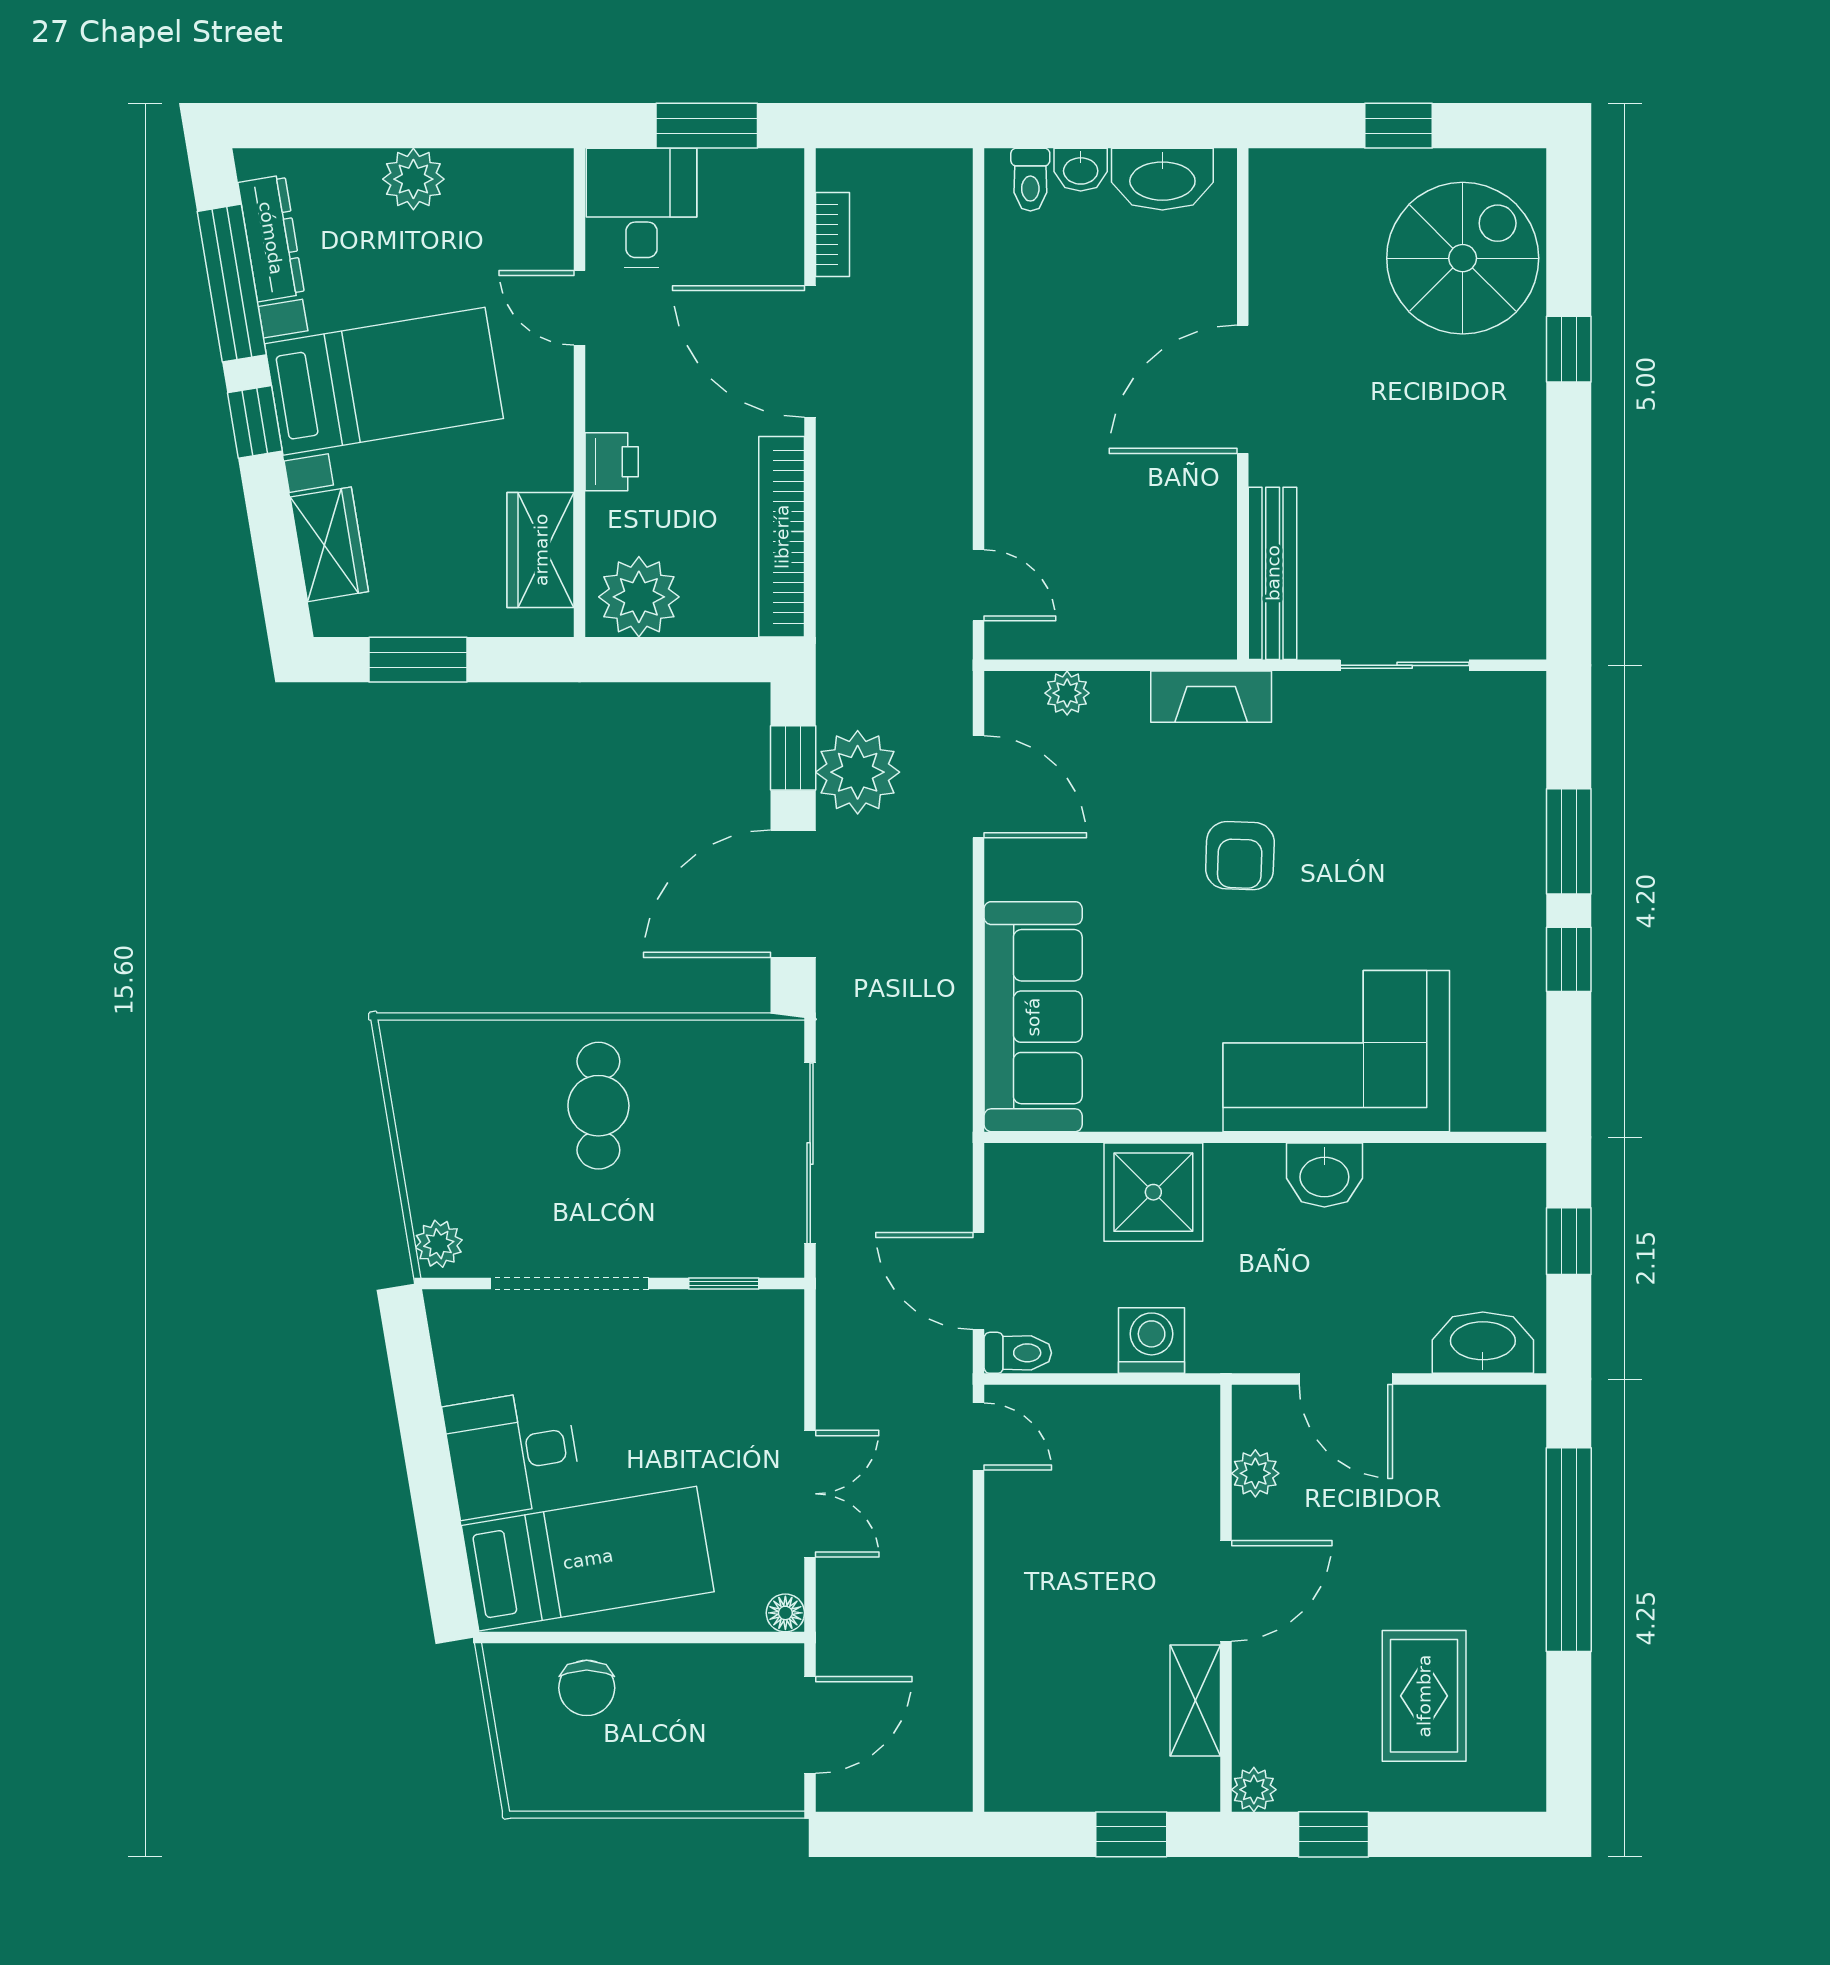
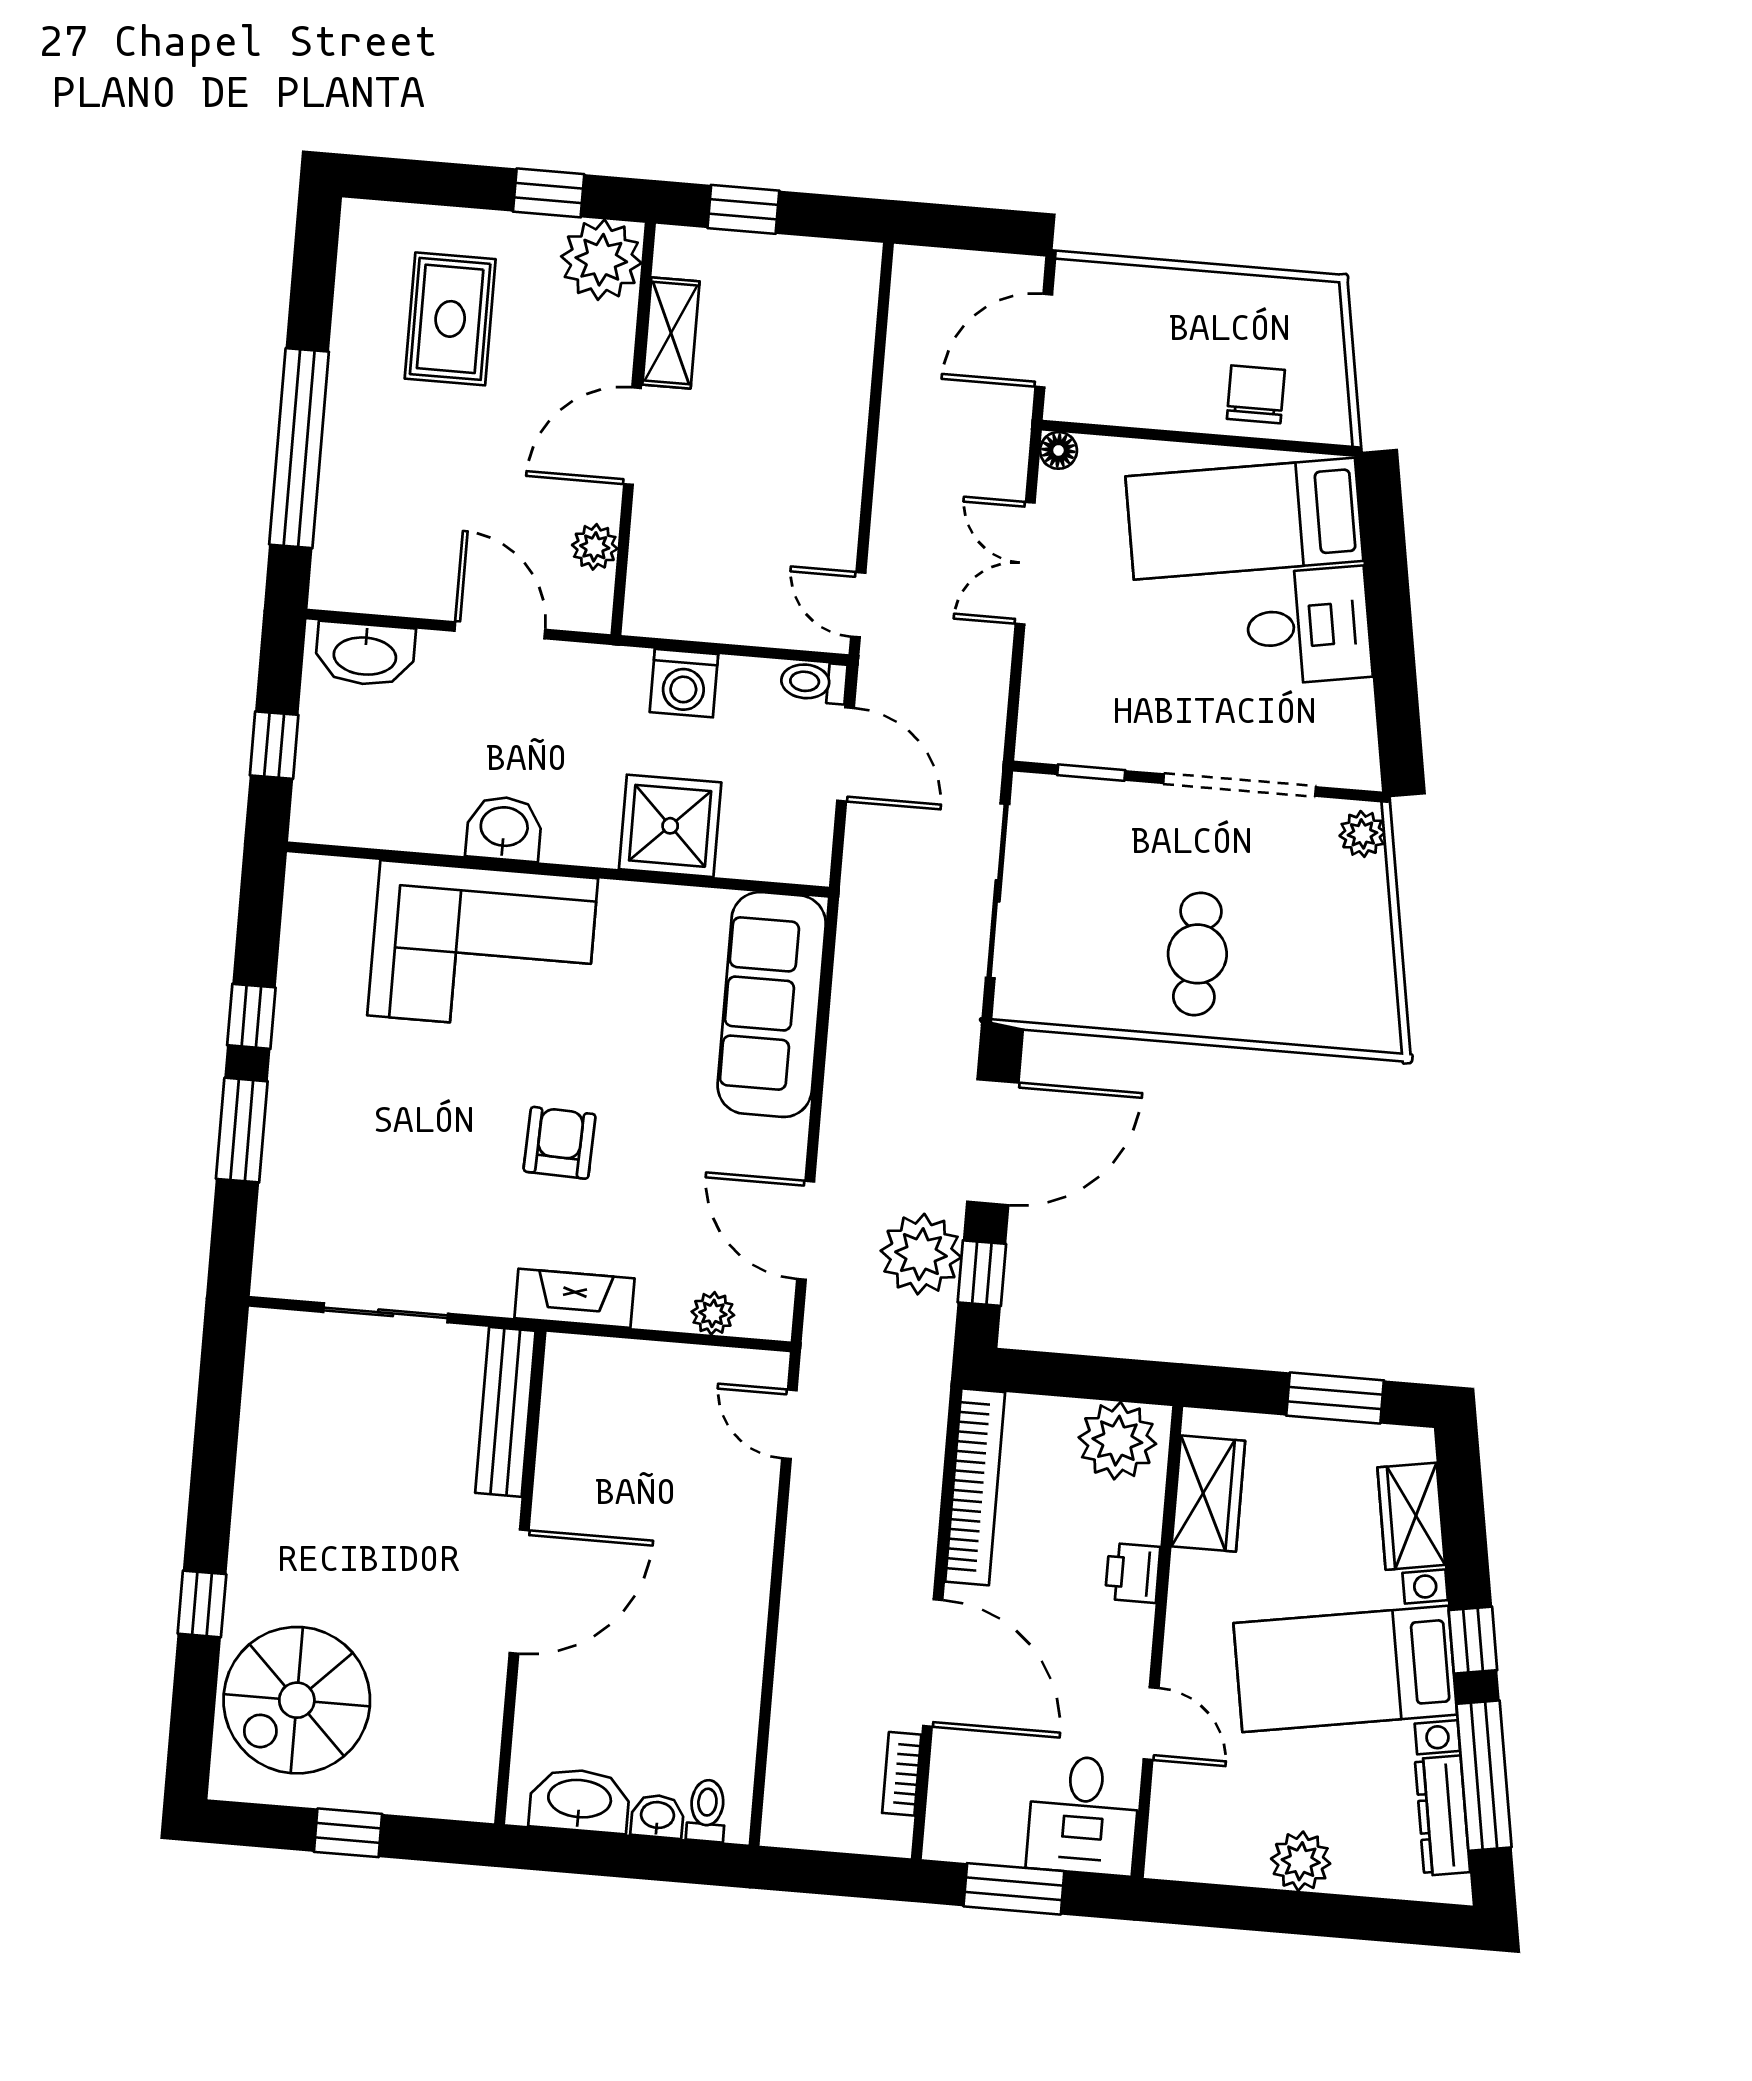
plant: (1254, 1790) -> (601, 260), width x1.87, depth x1.87

